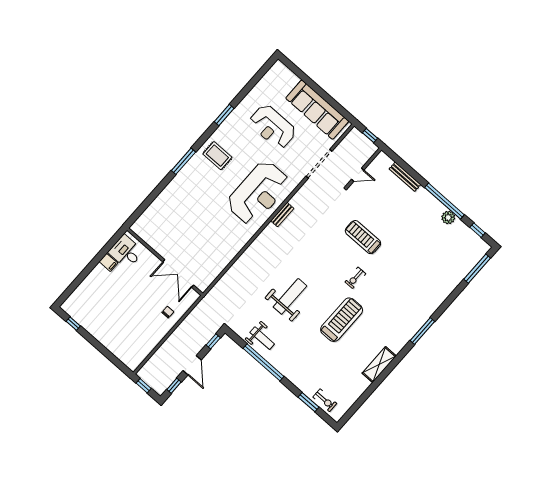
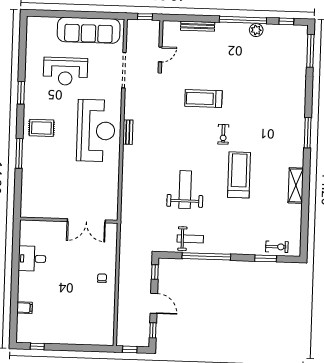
filing cabinet: (108, 262) -> (24, 308), moved
wall: (165, 262) -> (69, 220), moved
double door: (178, 273) -> (86, 221), moved

